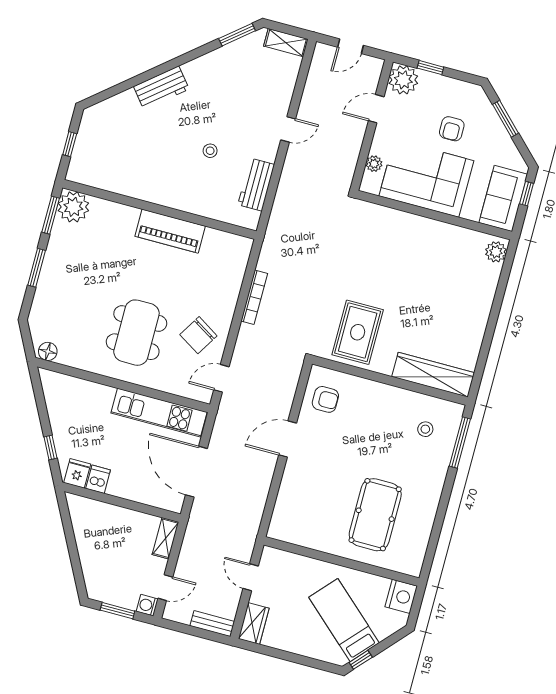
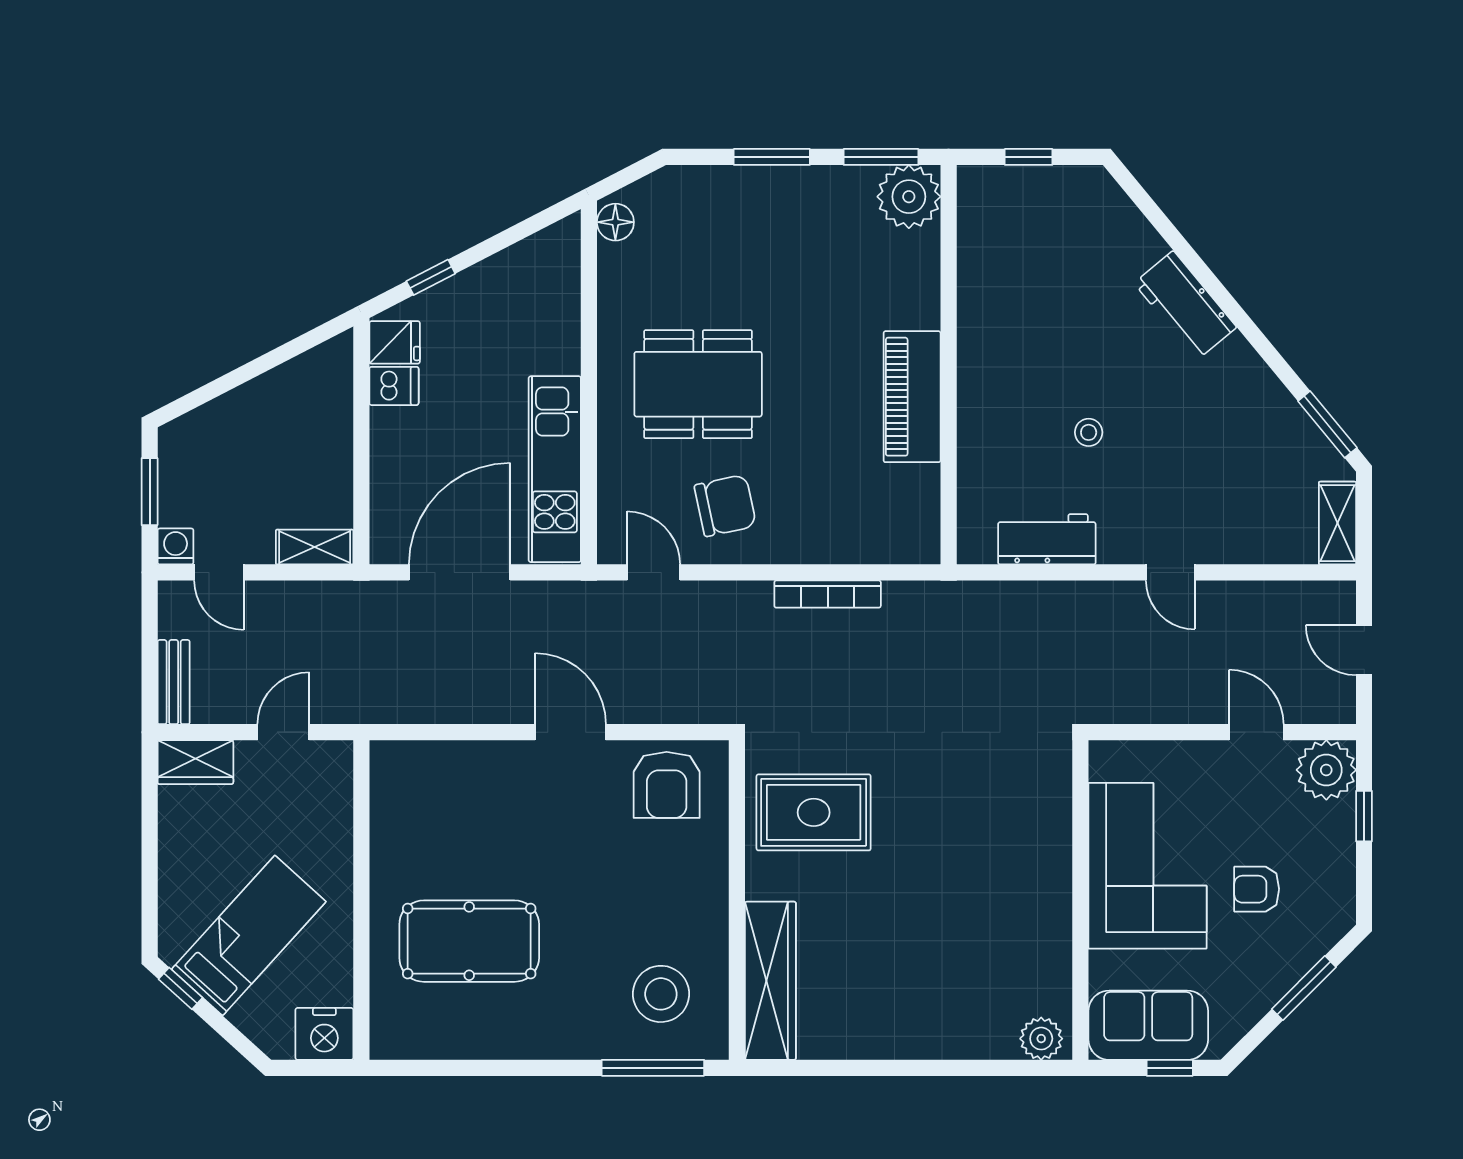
plant: (374, 164) -> (1149, 757), removed
chair: (198, 335) -> (725, 506), turned 136
armchair: (325, 399) -> (667, 785), width x1.38, depth x1.38
stool: (425, 429) -> (661, 994), width x1.89, depth x1.89

